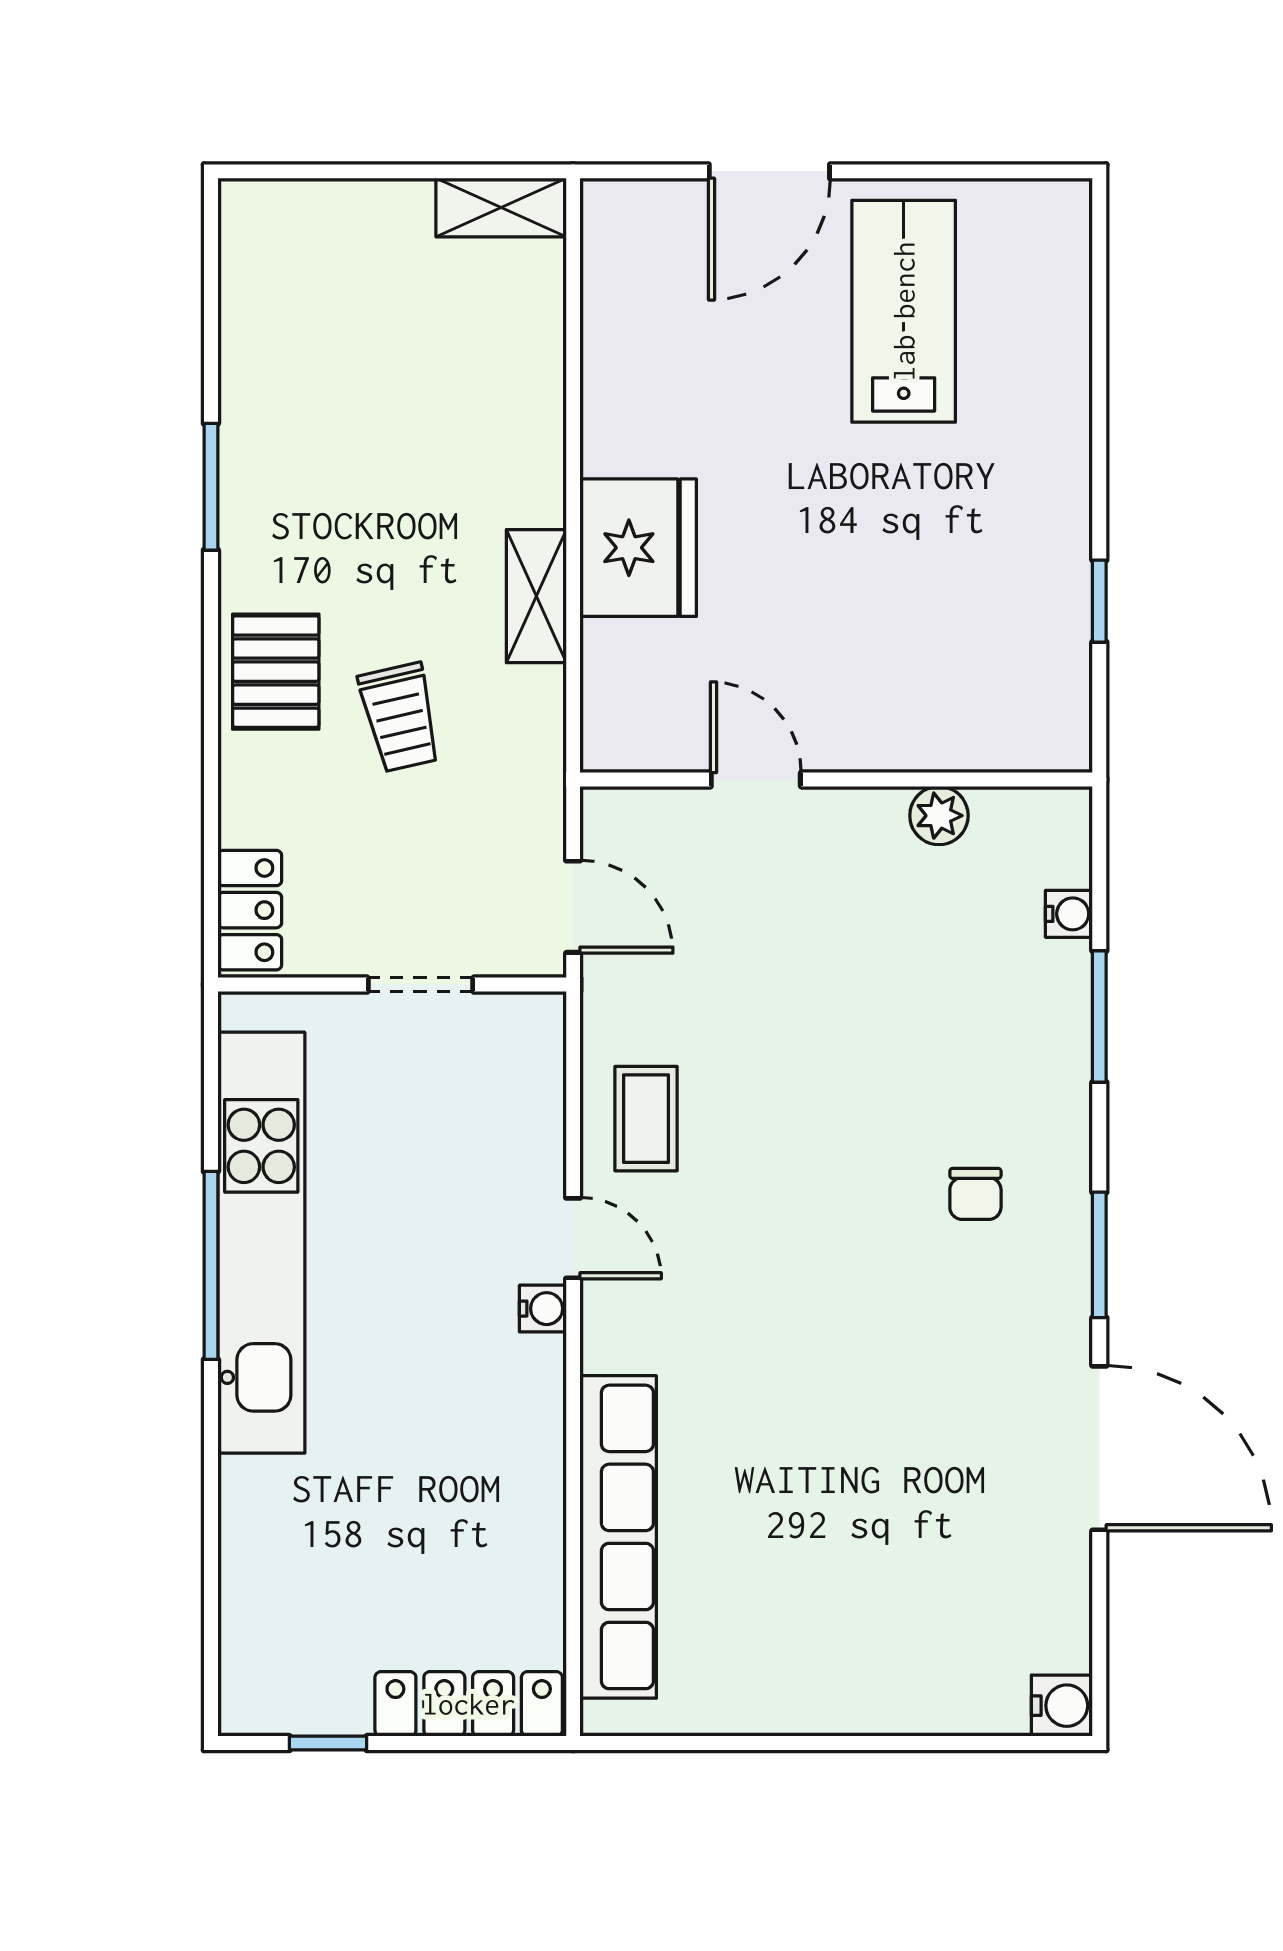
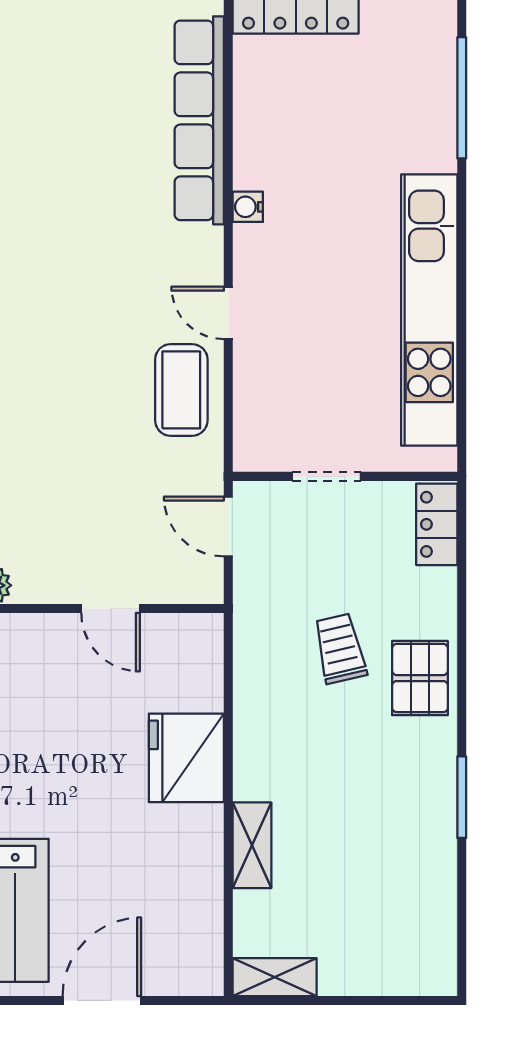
shelving: (536, 596) -> (252, 845), moved
coffee table: (646, 1119) -> (181, 390), width x1.36, depth x1.30
window: (211, 1265) -> (462, 98), moved
water cooler: (543, 1309) -> (248, 207), moved

